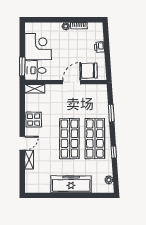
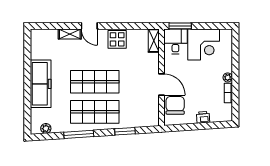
window: (114, 152) -> (79, 134), width x2.17

